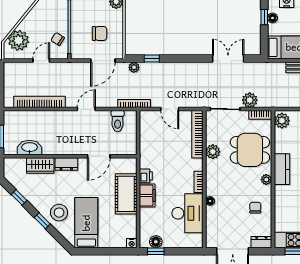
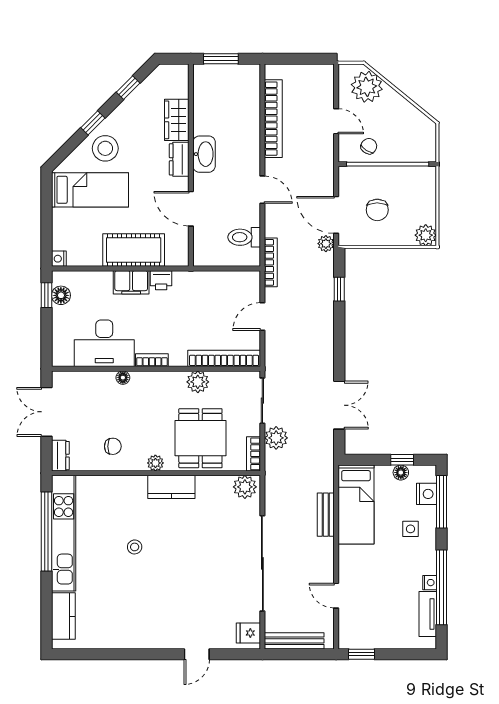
plant: (134, 67) -> (326, 244), moved
washbasin: (30, 148) -> (204, 154), moved

